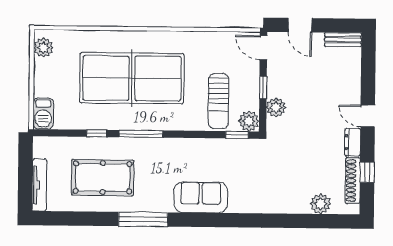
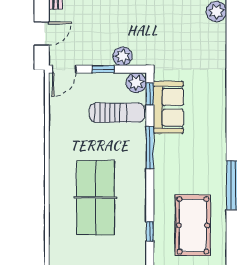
table tennis table: (132, 78) -> (95, 198), width x0.73, depth x0.76
window: (141, 134) -> (150, 148), moved
sofa: (201, 197) -> (168, 107), moved, turned 180

